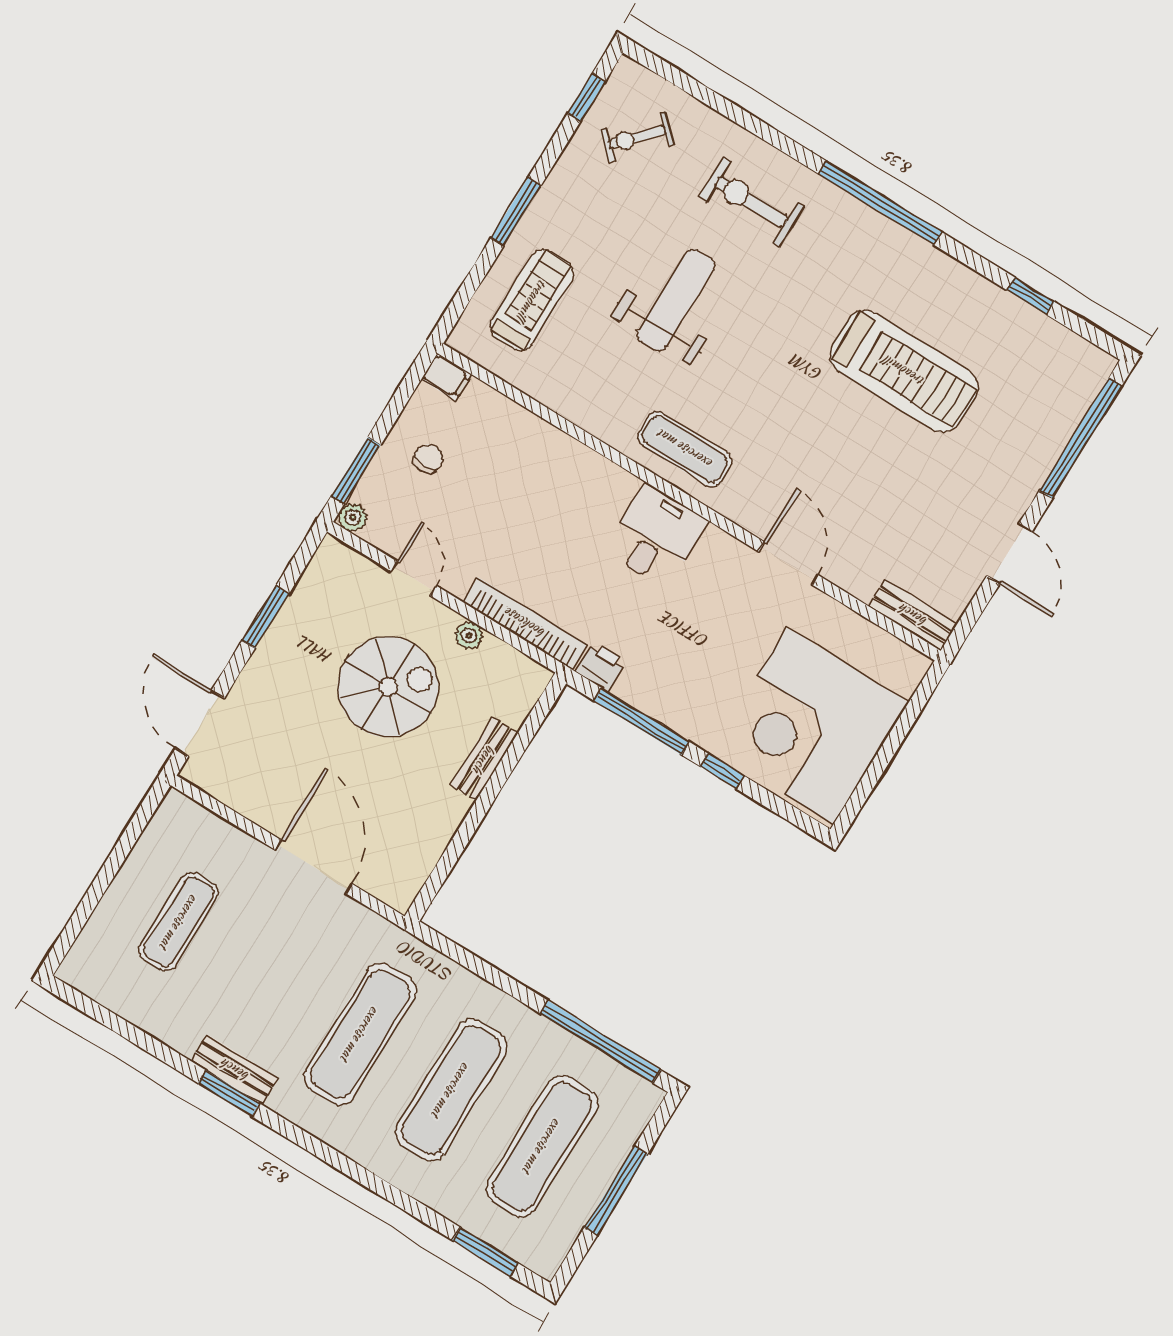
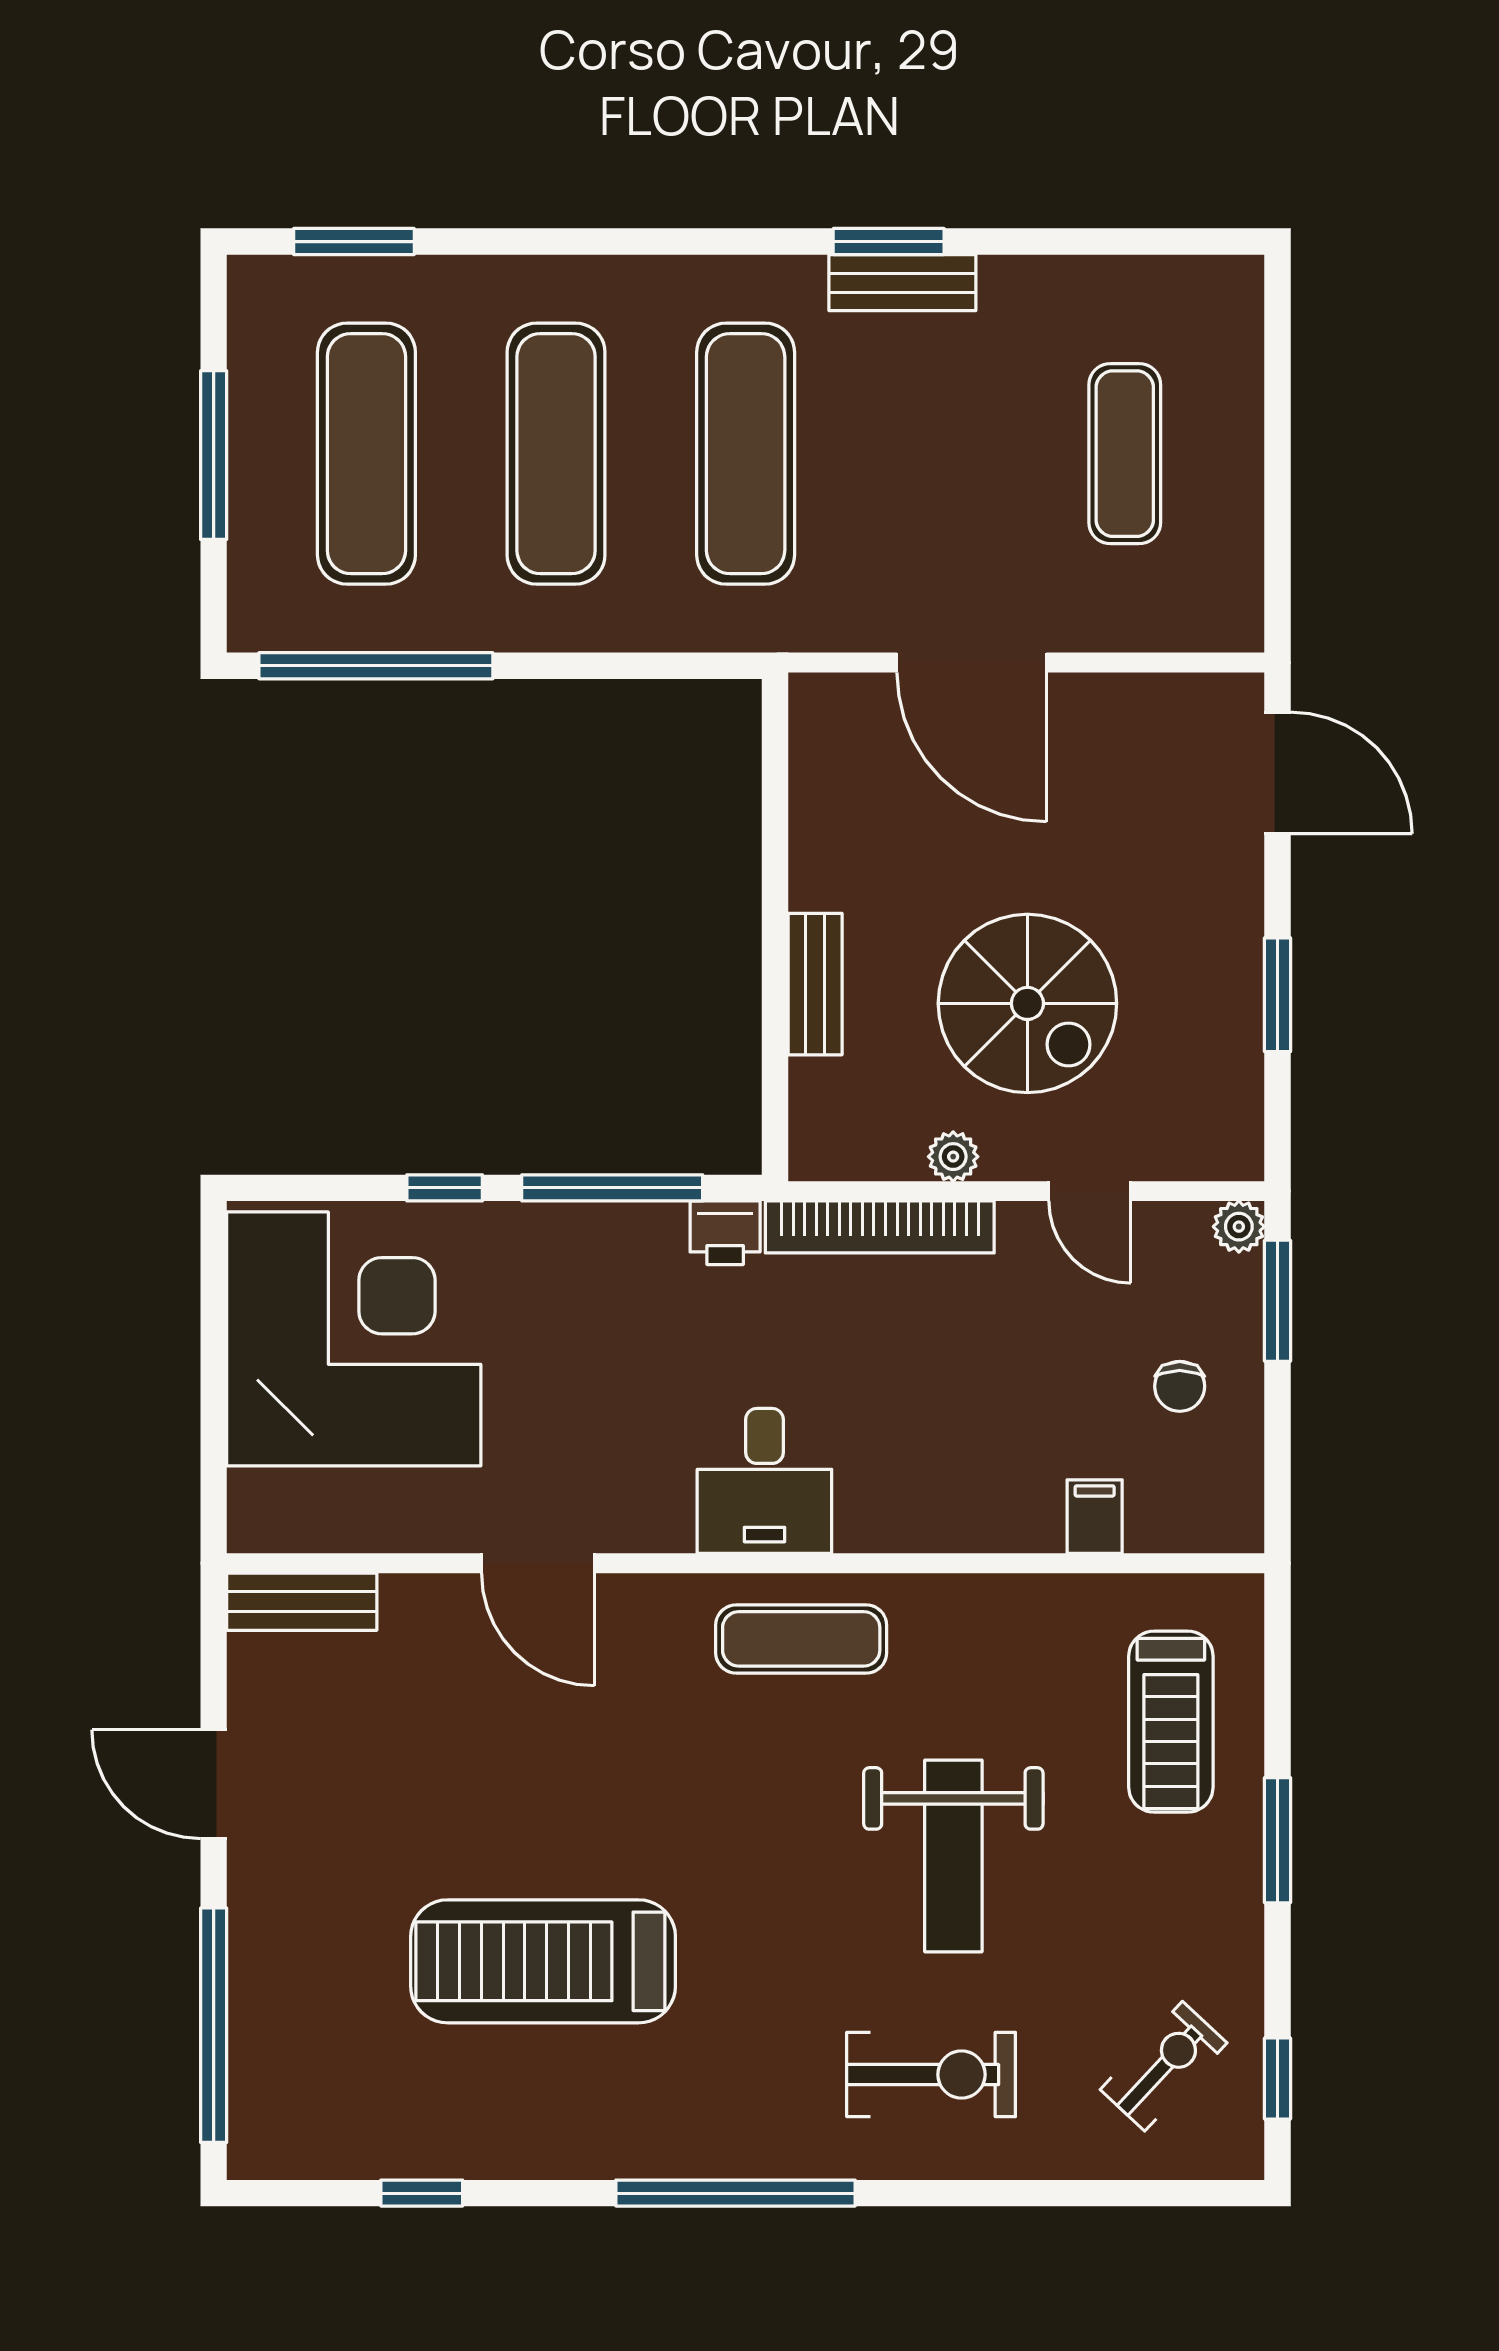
filing cabinet: (447, 377) -> (1095, 1517), moved, turned 90
spiral stairs: (388, 687) -> (1027, 1003), turned -90

